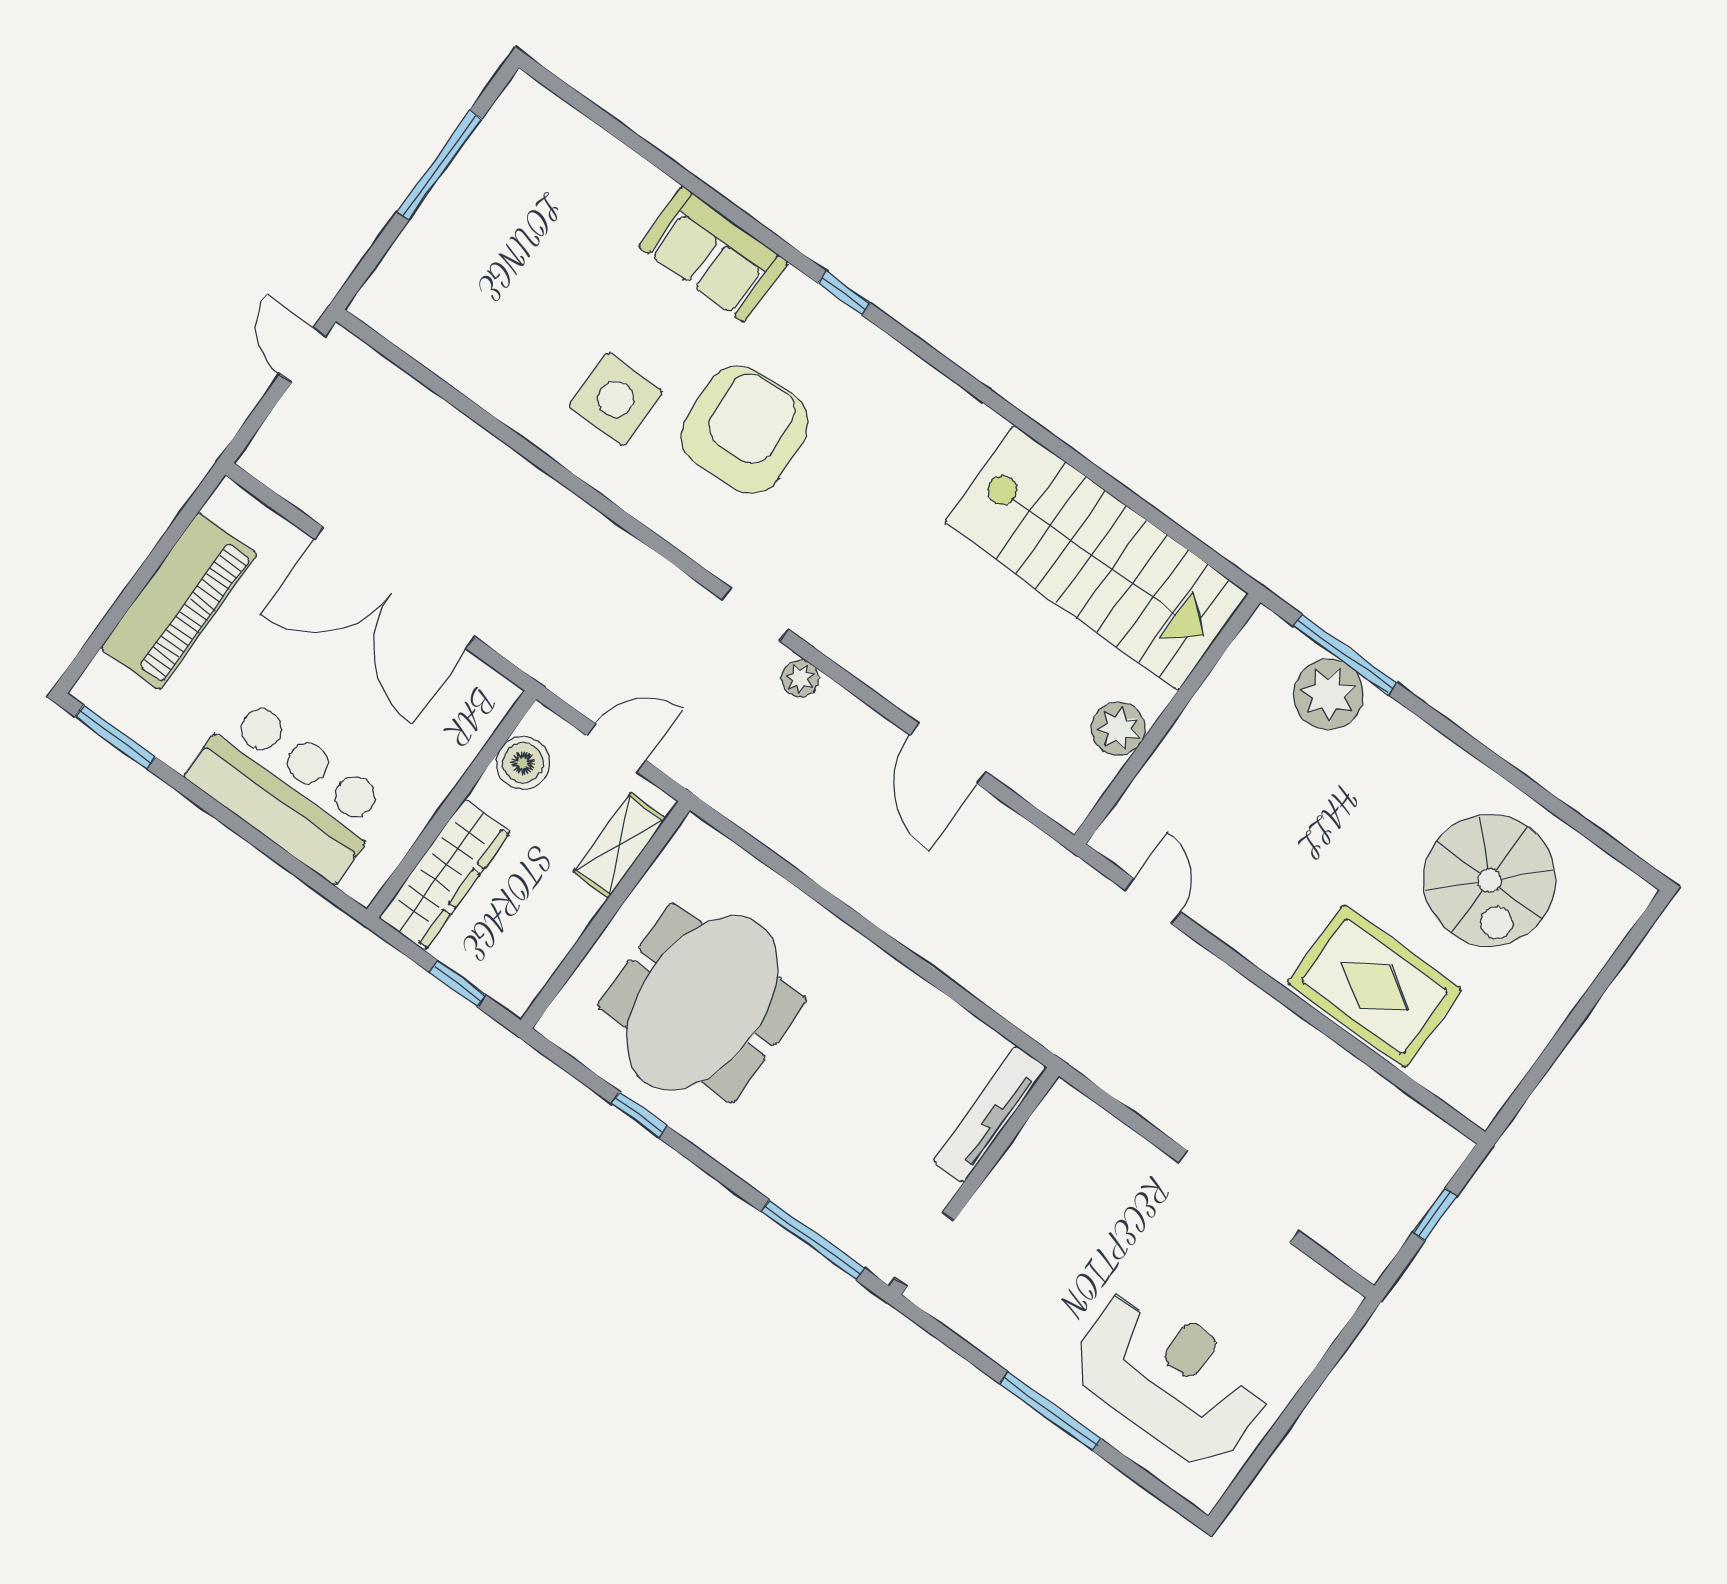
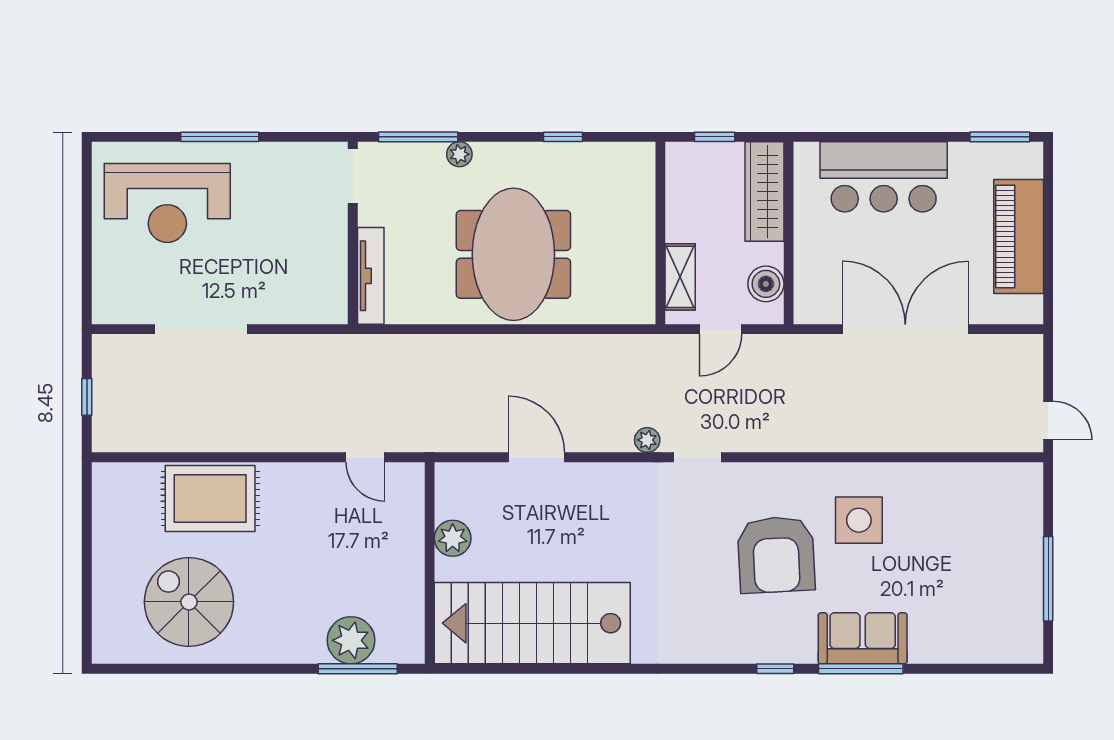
window: (742, 219) -> (861, 669), added
meeting table: (702, 1003) -> (513, 254), moved
plant: (778, 1183) -> (459, 154), added

